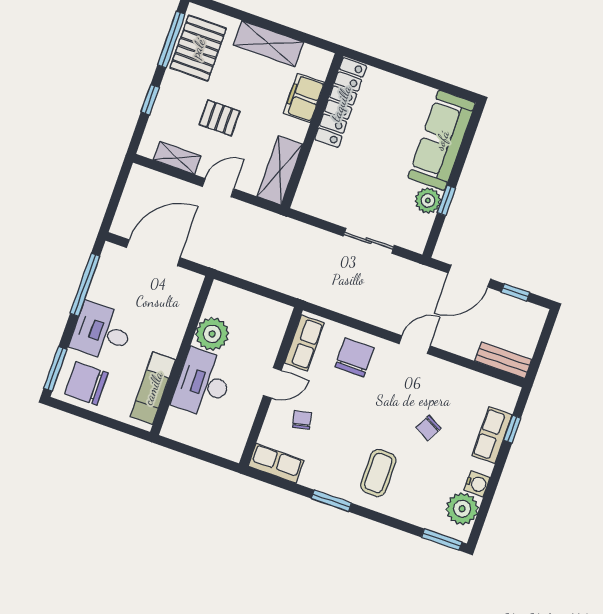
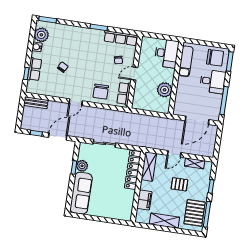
locker: (341, 103) -> (133, 170), moved
desk: (203, 383) -> (167, 53), moved
row of seats: (276, 463) -> (121, 38), width x1.48
coffee table: (378, 473) -> (81, 43), removed

